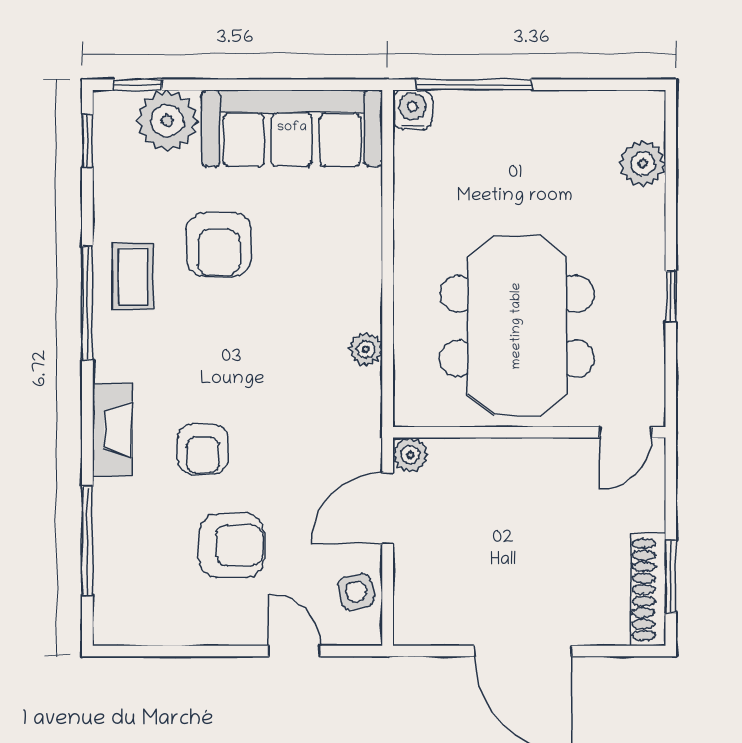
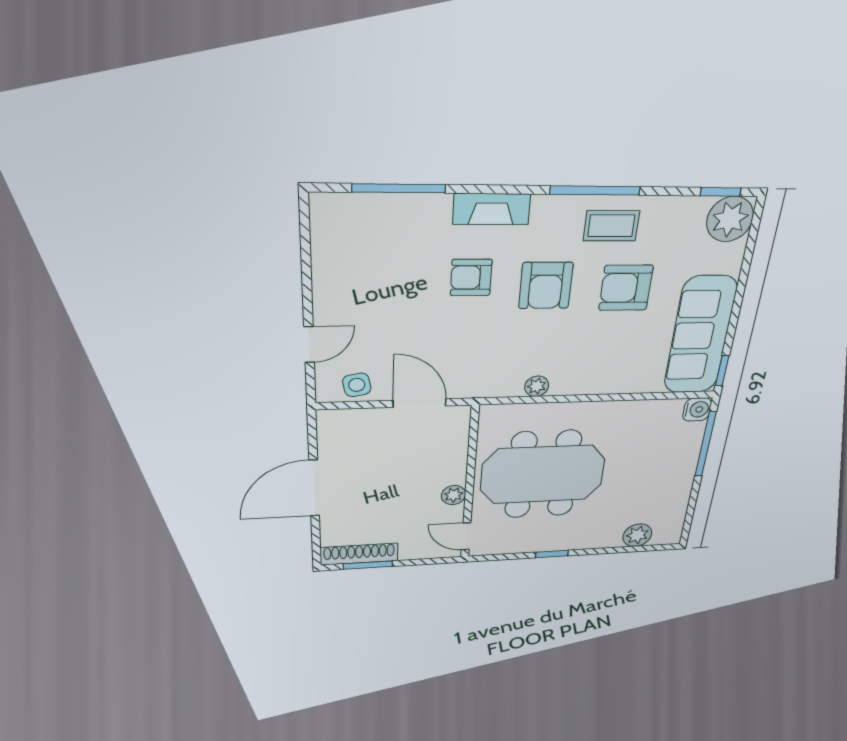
window: (138, 85) -> (722, 371), moved
plant: (167, 121) -> (730, 219), moved
plant: (410, 455) -> (454, 495), moved
armchair: (231, 545) -> (546, 286), moved

